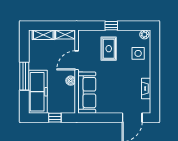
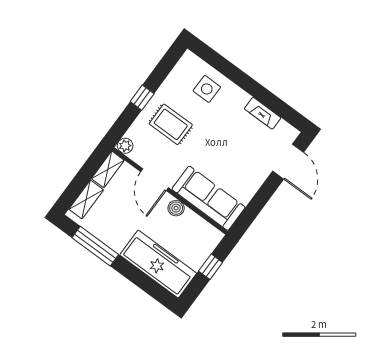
plant: (144, 34) -> (125, 146), moved
window: (24, 76) -> (95, 246), moved

